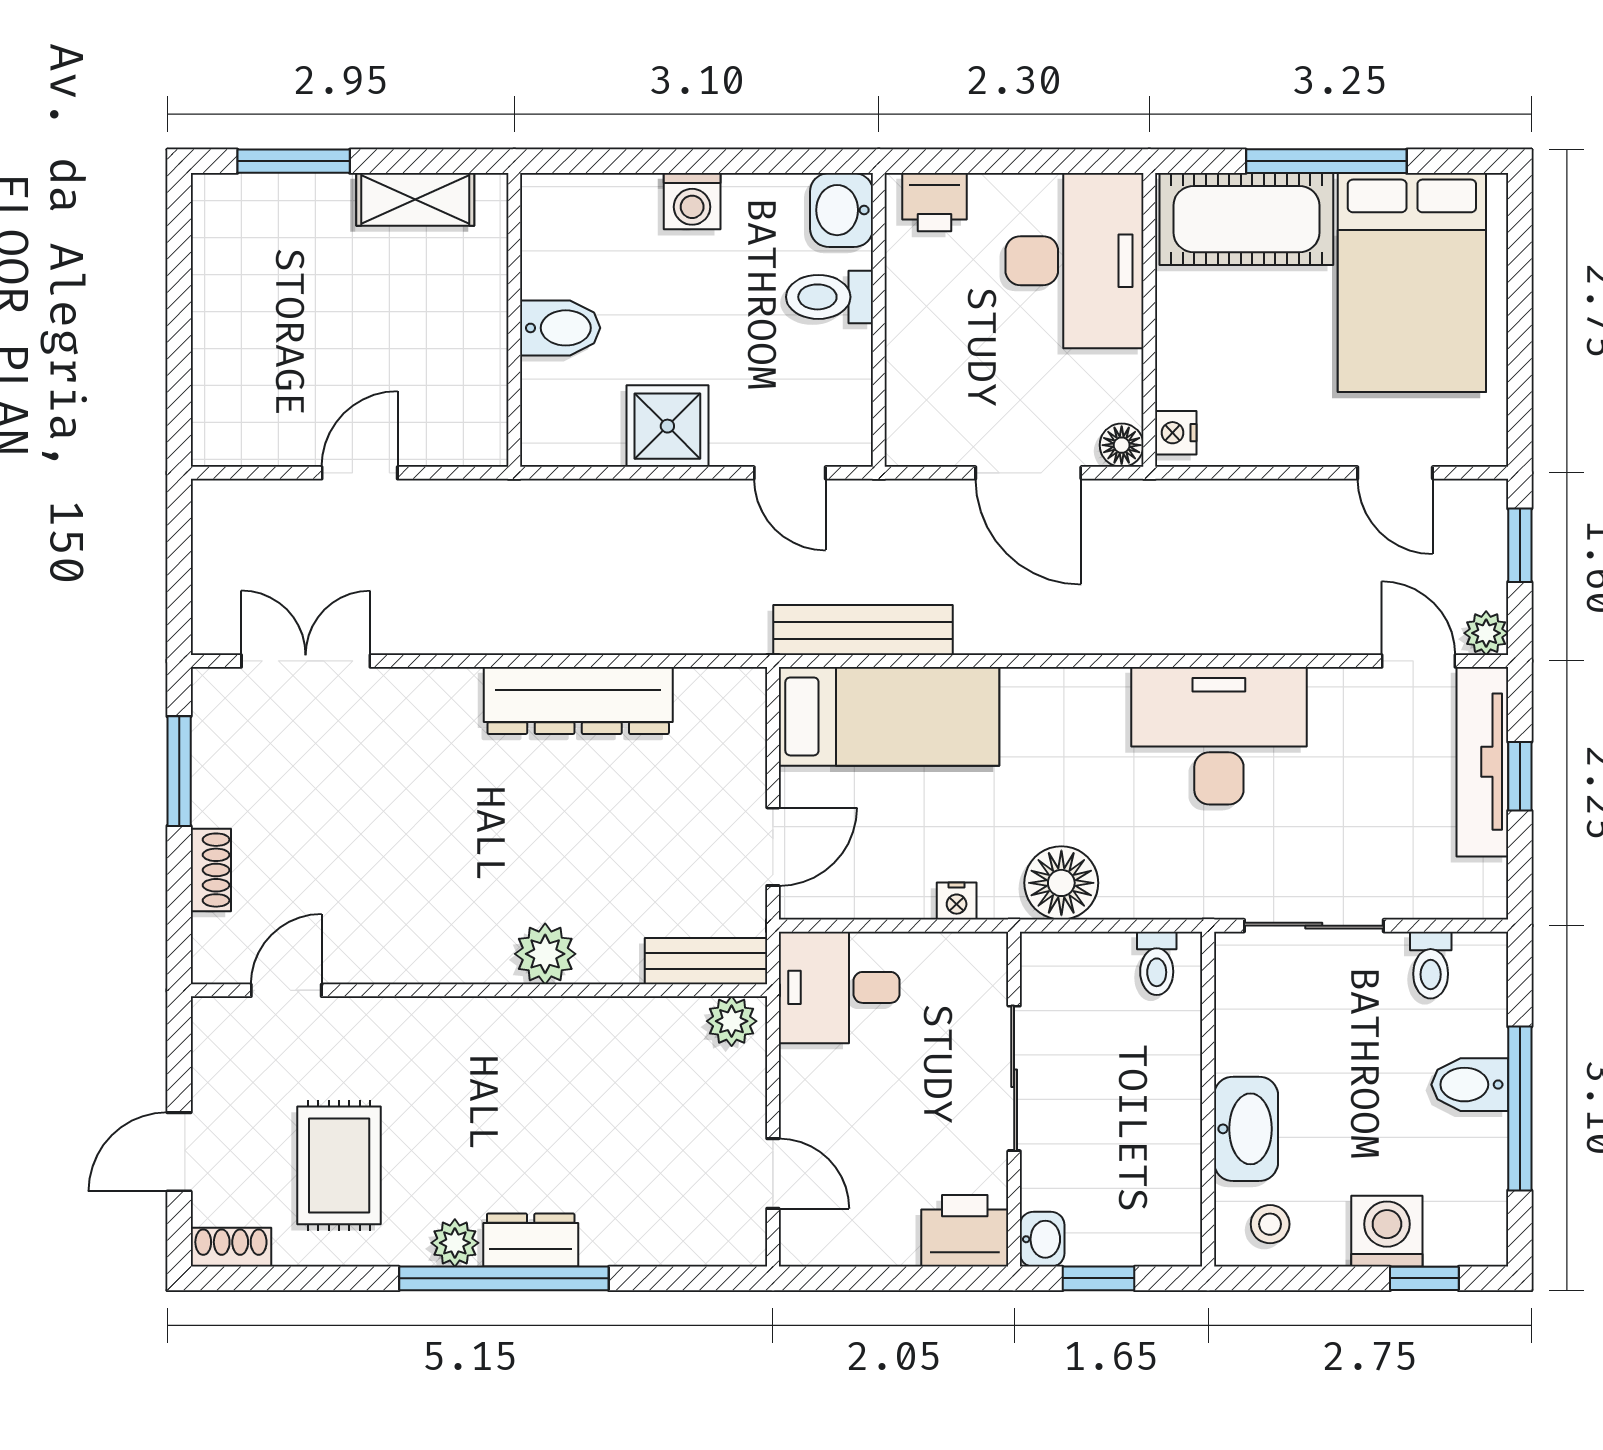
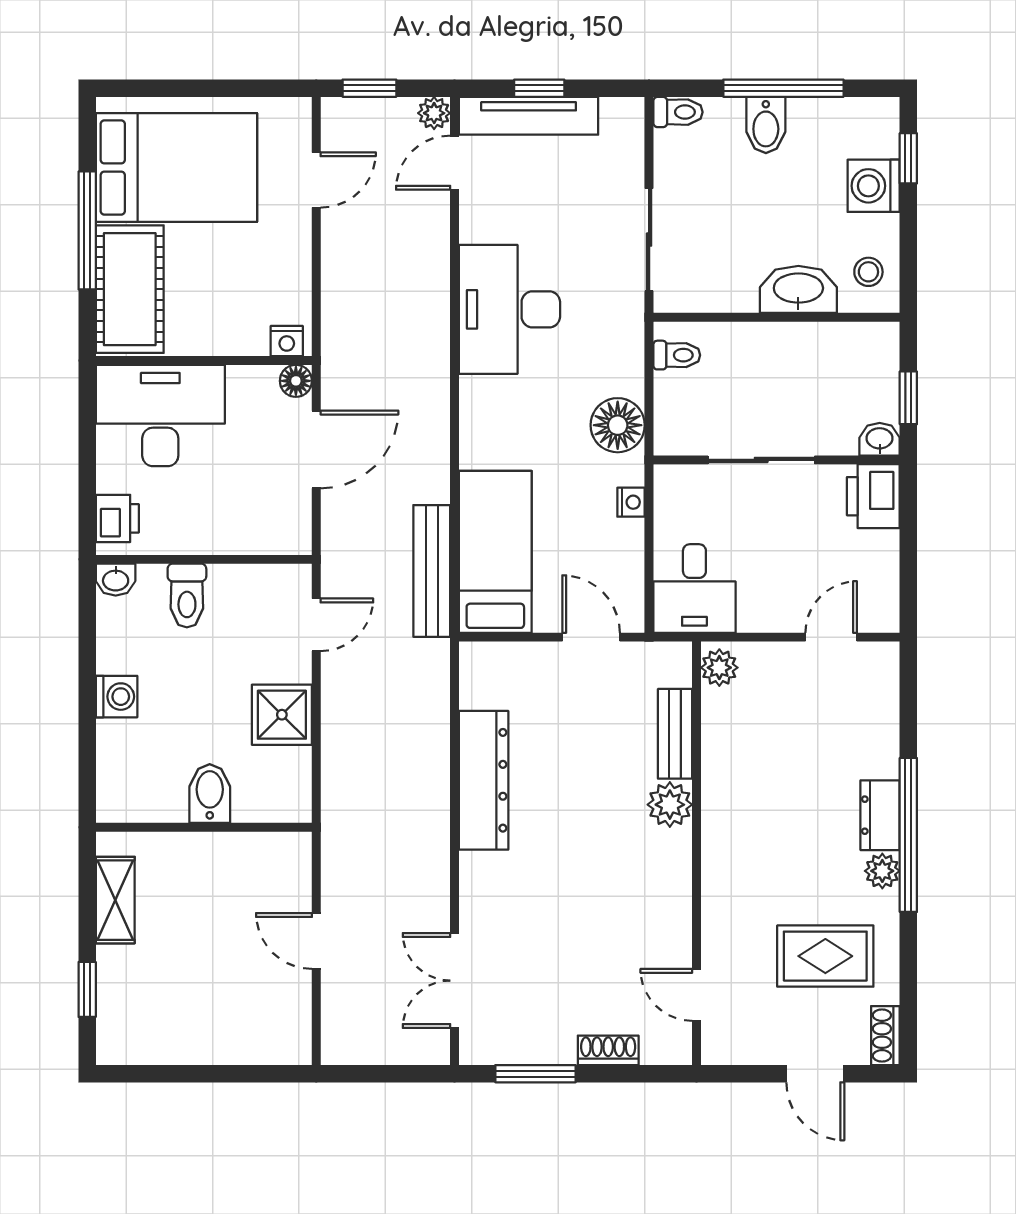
window: (294, 161) -> (87, 989), width x0.67
washbasin: (842, 210) -> (116, 580), width x0.72, depth x0.69
bench: (706, 961) -> (675, 734), moved
toilet: (1431, 965) -> (678, 112), moved

